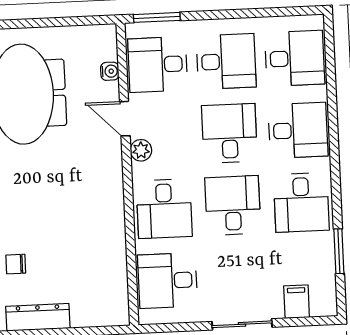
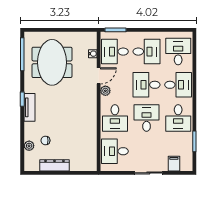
desk: (295, 58) -> (178, 52), turned -90
door: (125, 119) -> (99, 76), swing flipped
desk: (229, 133) -> (147, 85), turned -90

